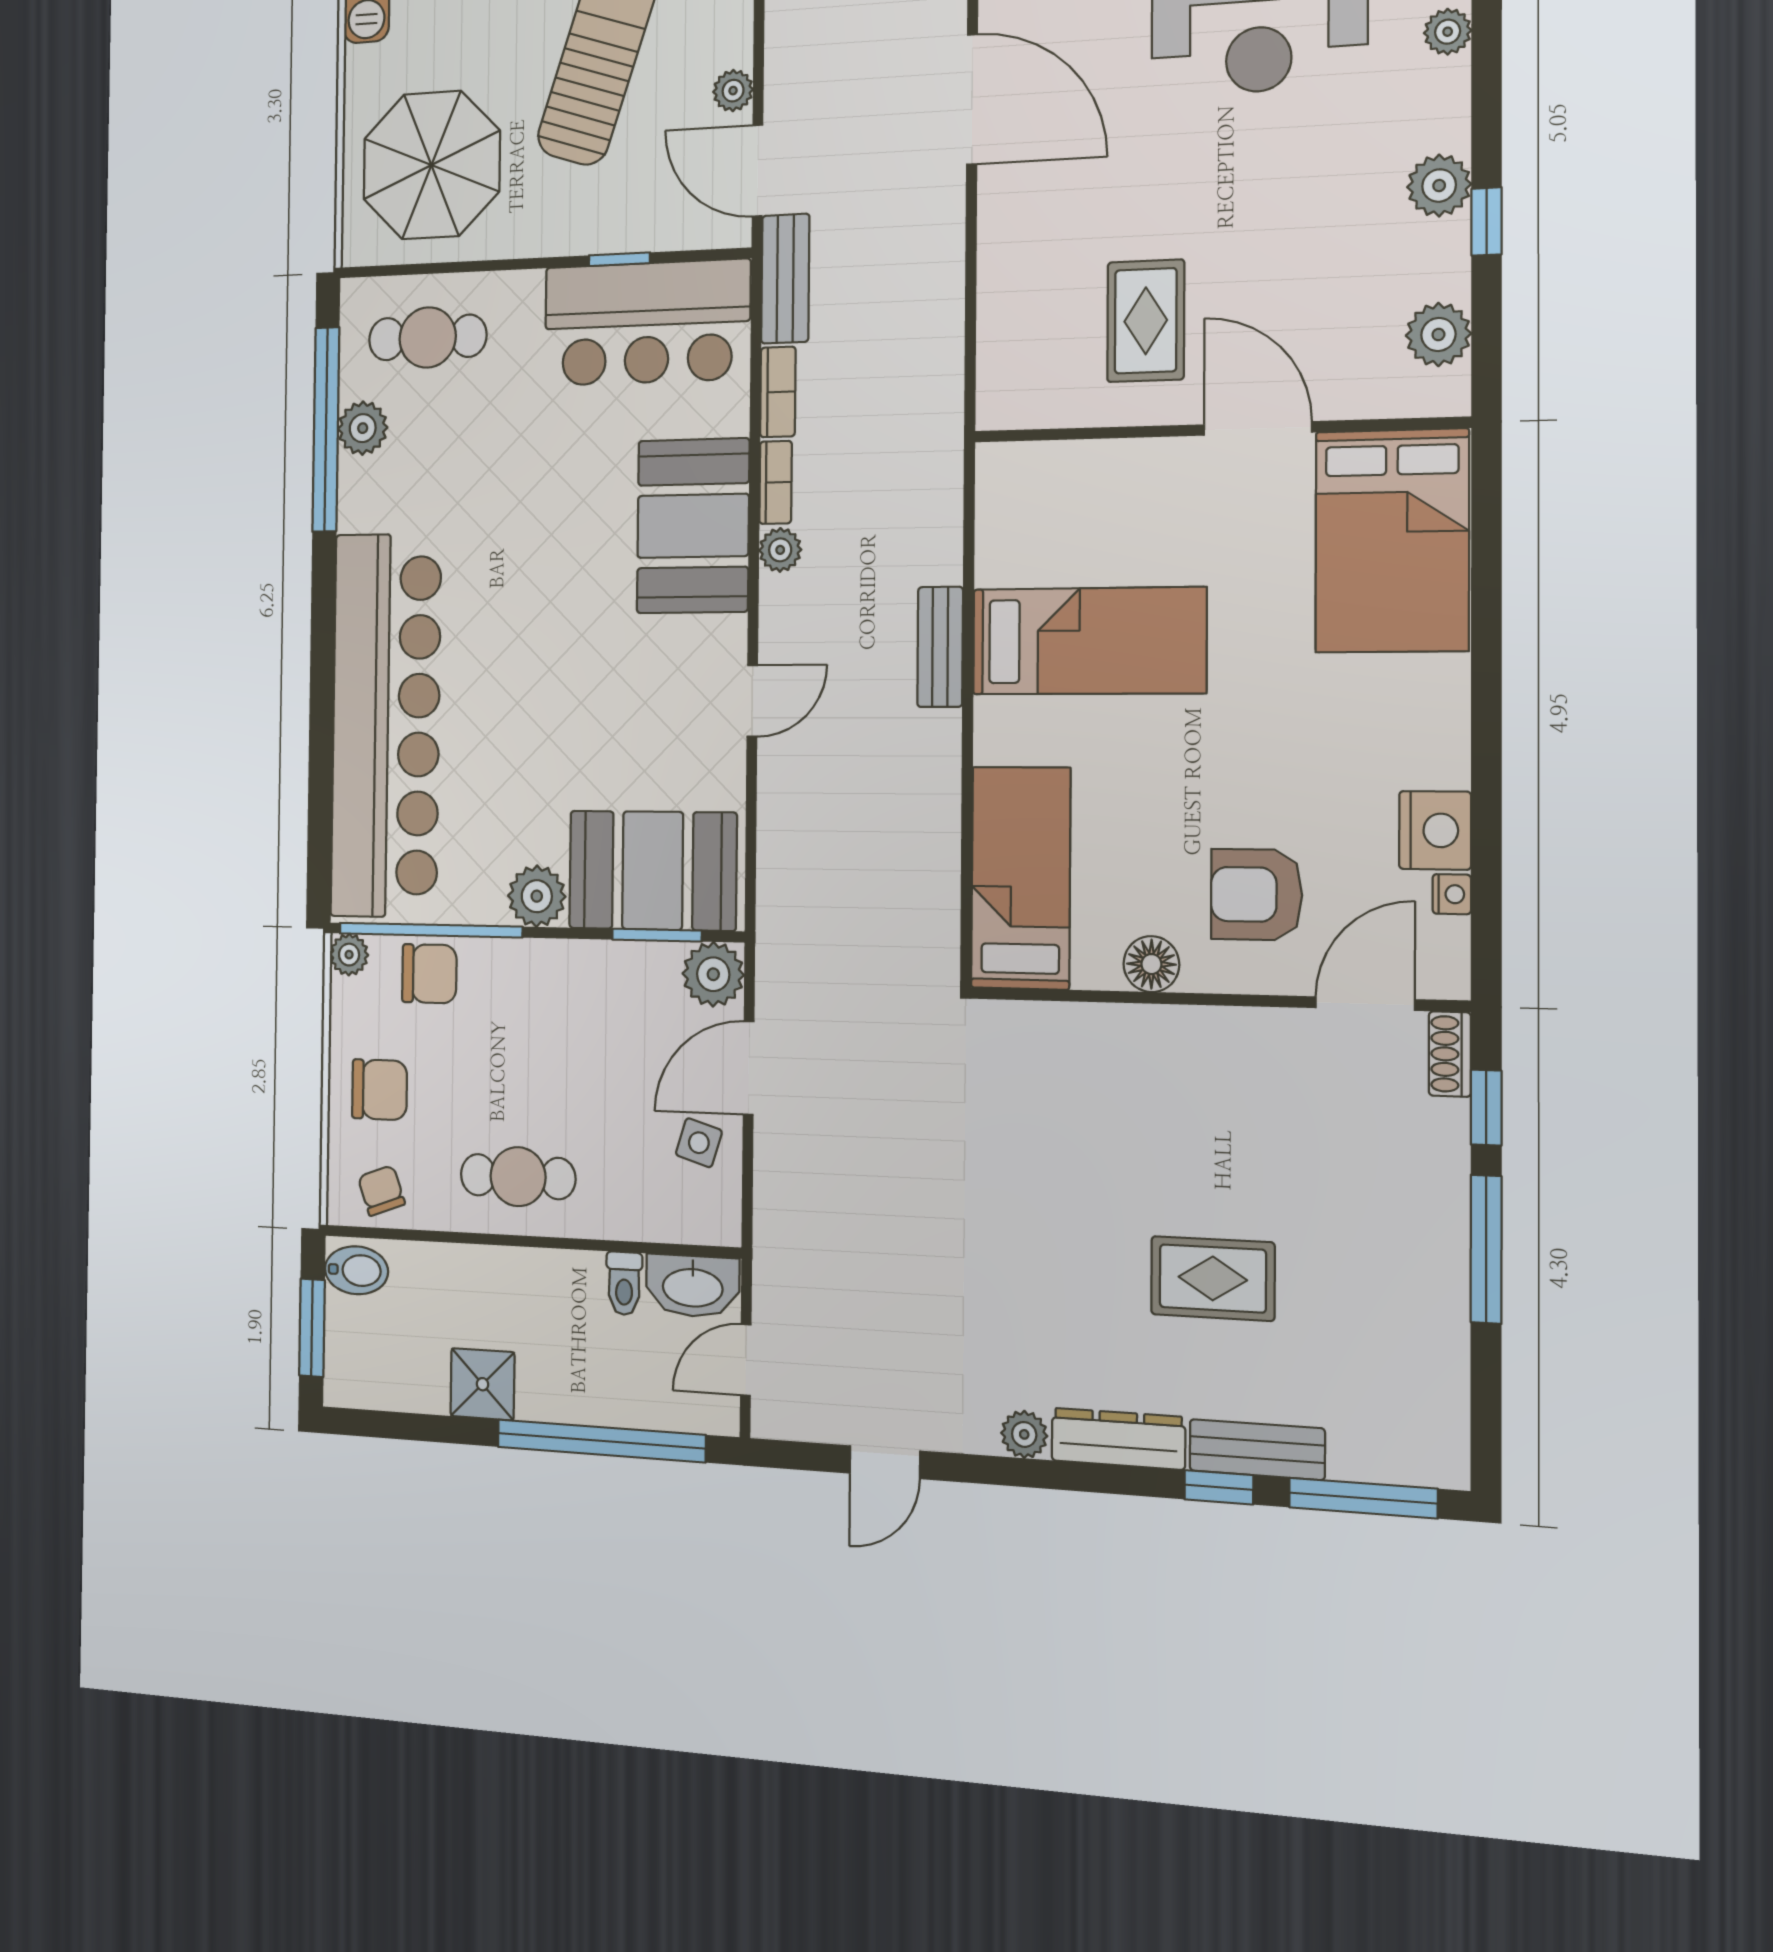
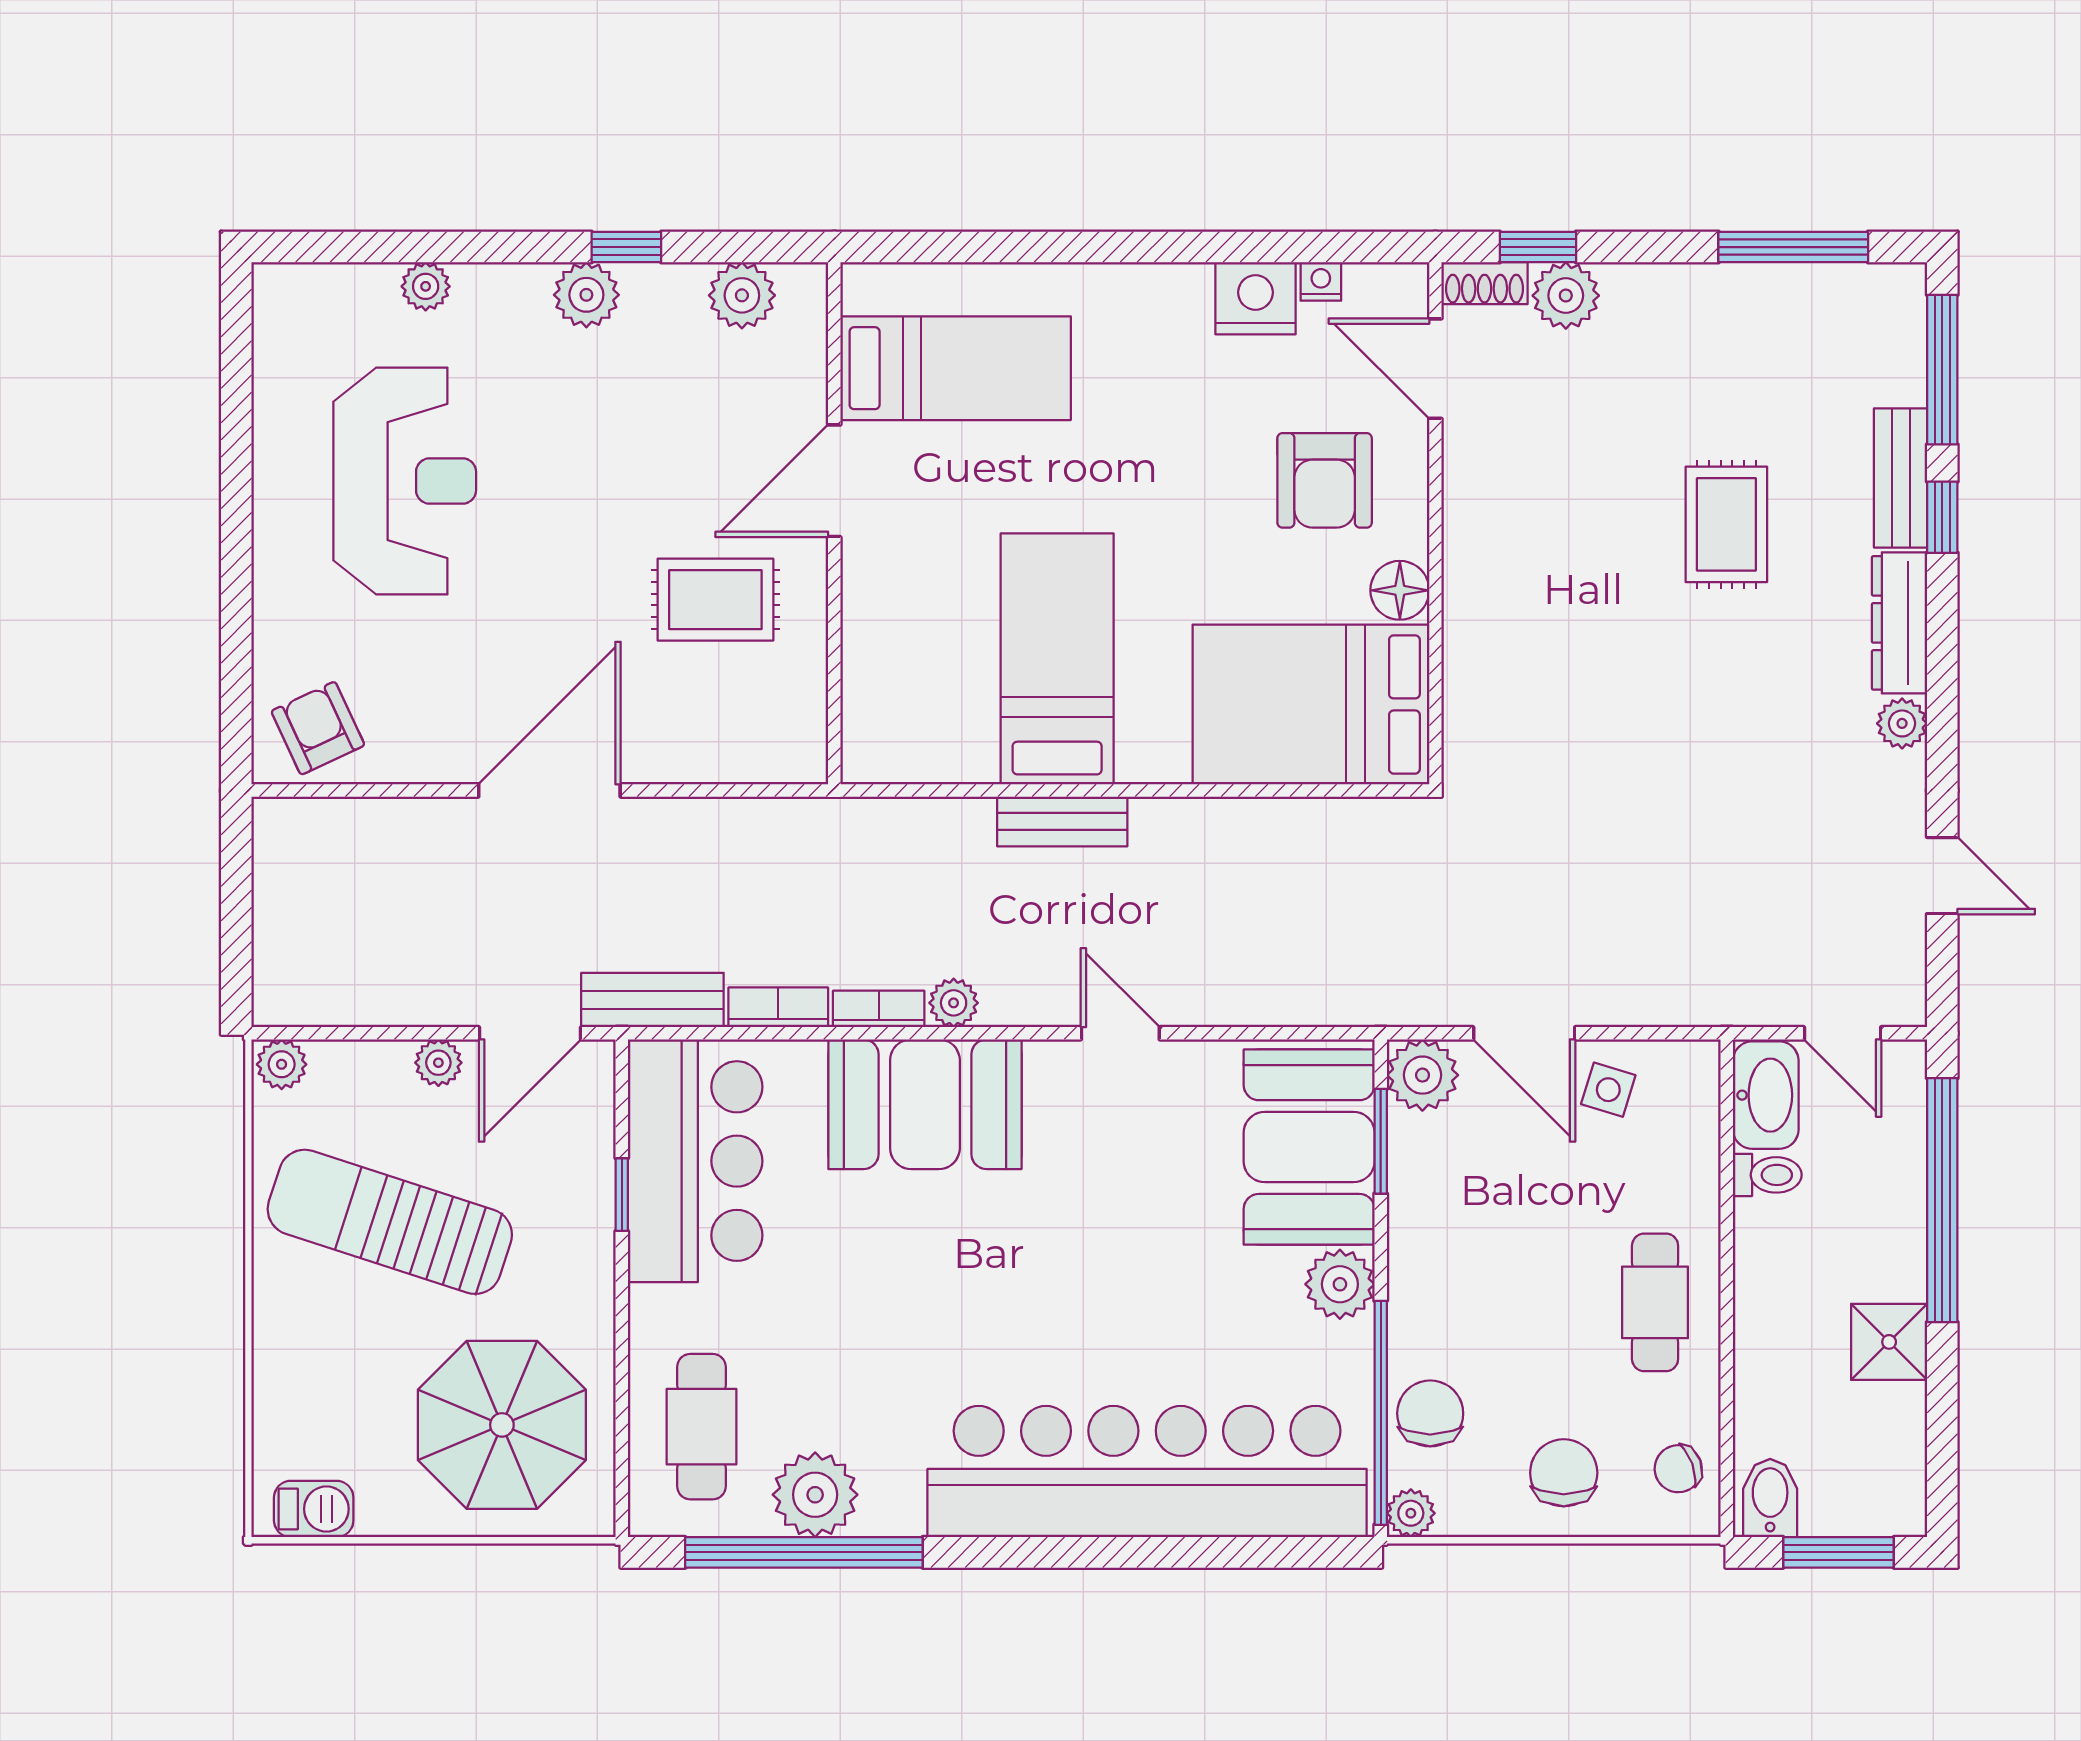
door: (972, 99) -> (549, 790), moved
plant: (363, 428) -> (815, 1495), width x1.36, depth x1.36
bed: (1392, 541) -> (956, 368), width x0.67
bed: (1021, 878) -> (1311, 704), width x1.50
plant: (1437, 1133) -> (1566, 296), added
window: (1486, 1249) -> (1793, 247), moved

